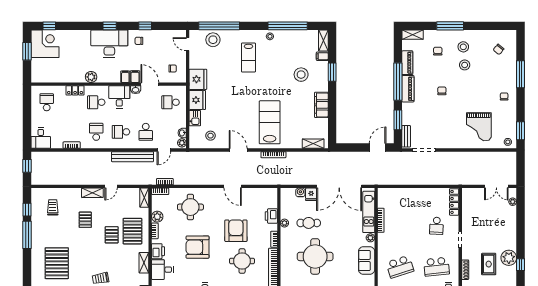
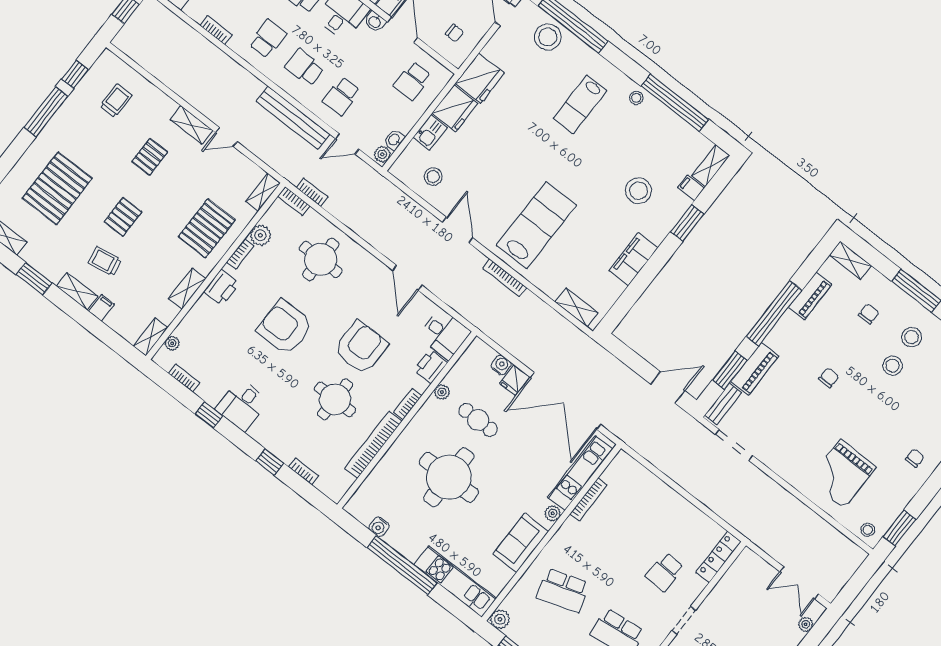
piano: (408, 89) -> (755, 369), moved
school desk: (171, 102) -> (412, 81), turned -90
pallet: (112, 235) -> (123, 217), moved
desk: (162, 270) -> (444, 334), moved, turned 180

